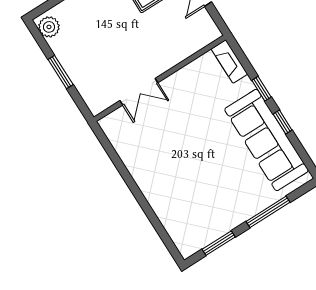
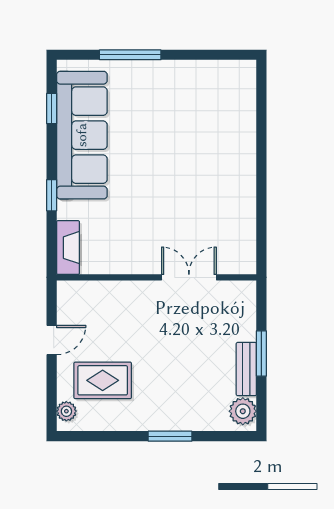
bench: (64, 56) -> (246, 369), added
window: (283, 122) -> (52, 109), moved
window: (219, 243) -> (206, 55), removed

